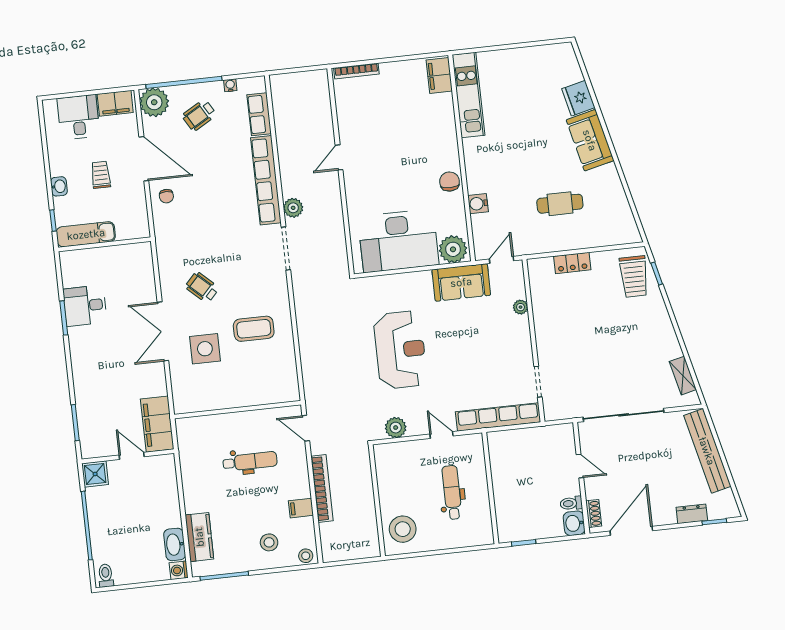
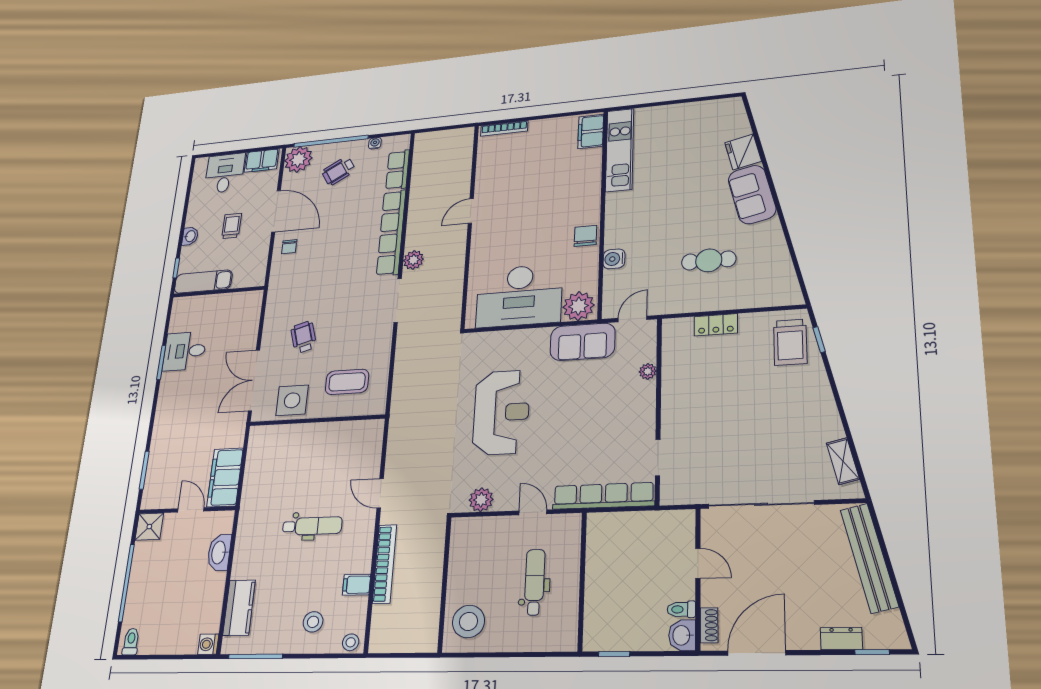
wheelchair: (202, 287) -> (304, 337), turned 31
wall: (238, 410) -> (317, 420), moved
washbasin: (175, 544) -> (219, 552), moved

